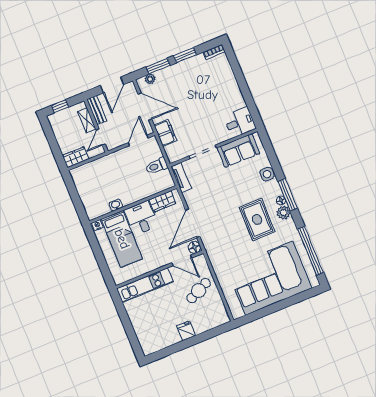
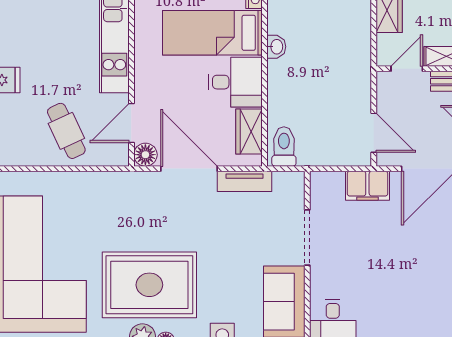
door: (101, 137) -> (407, 69), hinge flipped
toilet: (157, 166) -> (284, 146), moved
tv unit: (181, 177) -> (245, 181), moved
rug: (257, 219) -> (149, 285), width x1.37, depth x1.44

